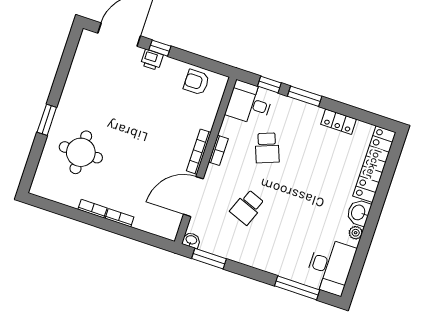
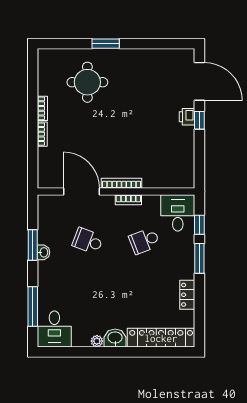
armchair: (196, 82) -> (181, 161), removed
washbasin: (191, 240) -> (44, 252), moved
window: (209, 259) -> (33, 245), moved
desk: (330, 266) -> (54, 329), width x0.73

